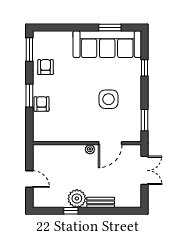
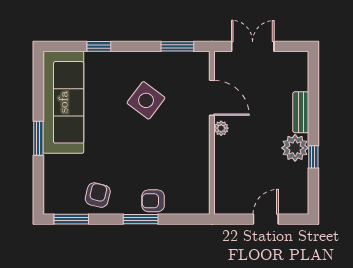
window: (110, 27) -> (38, 138), moved
armchair: (45, 67) -> (98, 195), turned 104
side table: (109, 99) -> (146, 100), turned 37

